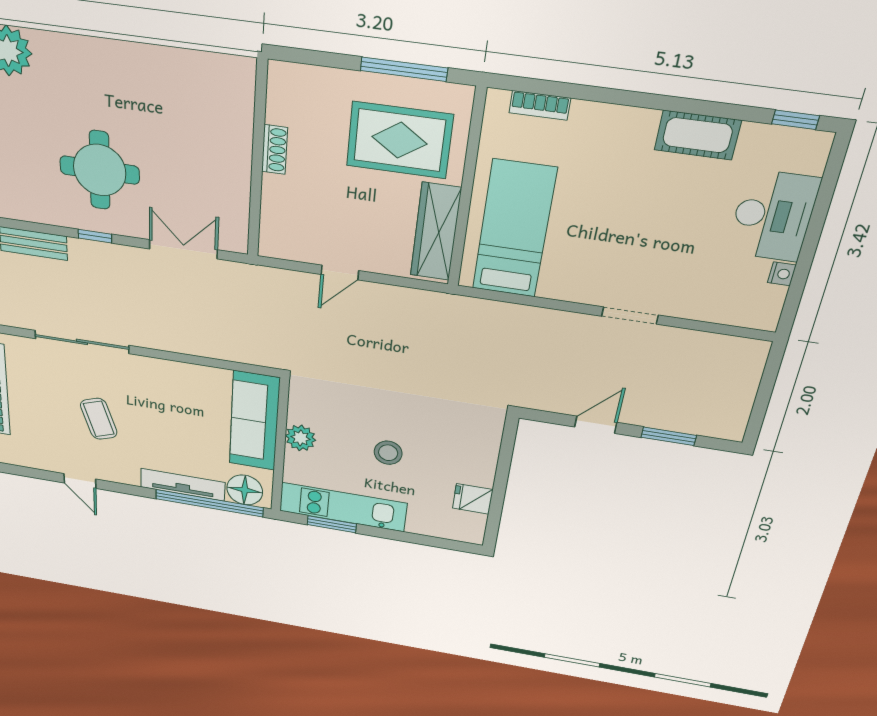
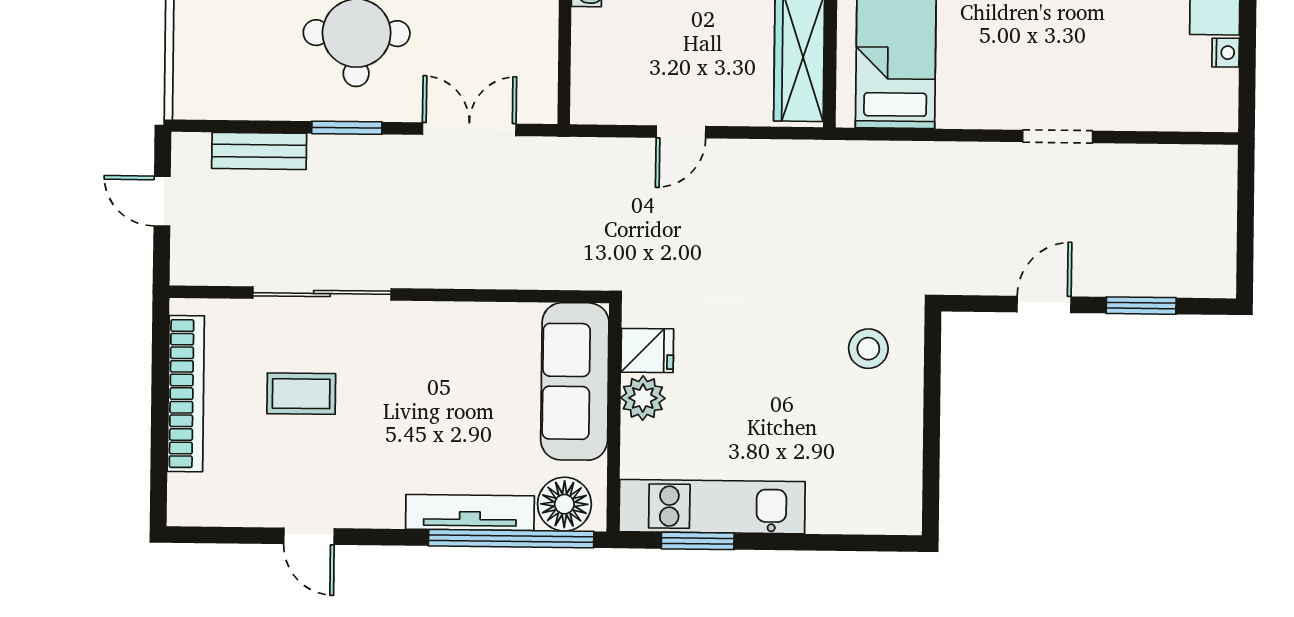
window: (95, 236) -> (347, 128), width x1.50
coffee table: (99, 419) -> (301, 394), moved, turned -71
stool: (388, 453) -> (868, 349), moved
fridge: (473, 499) -> (647, 350), moved, turned 180

